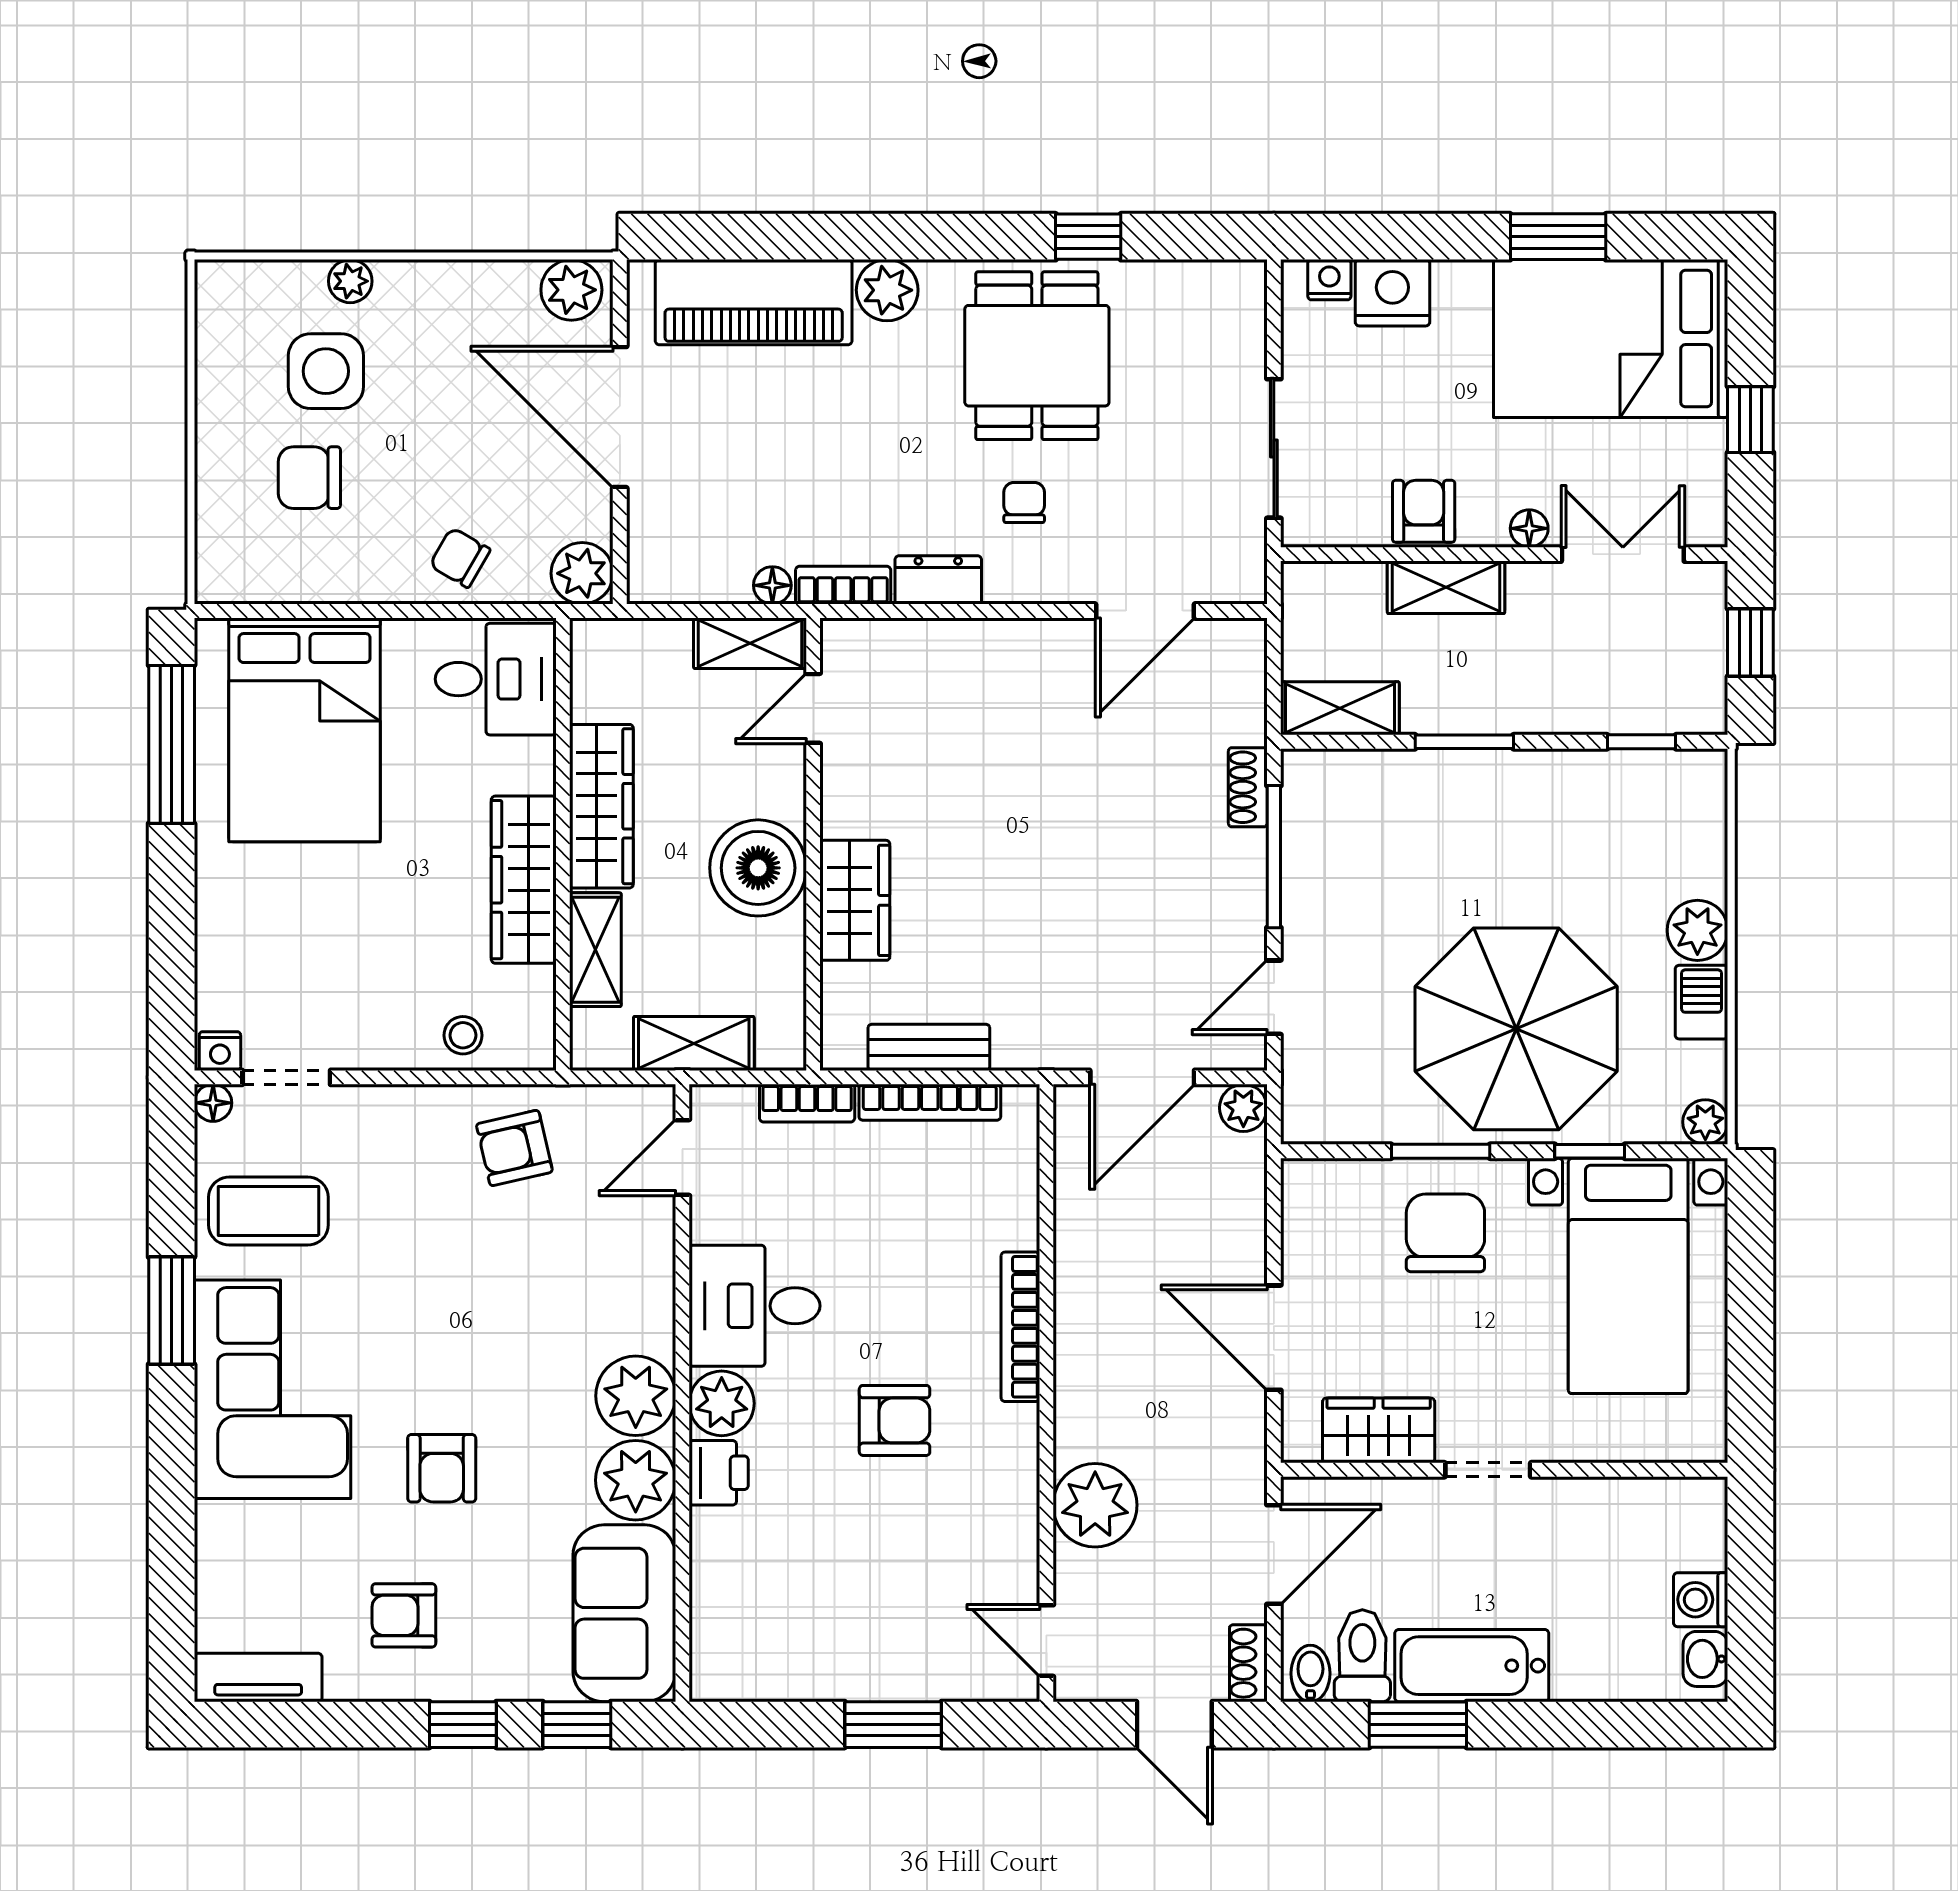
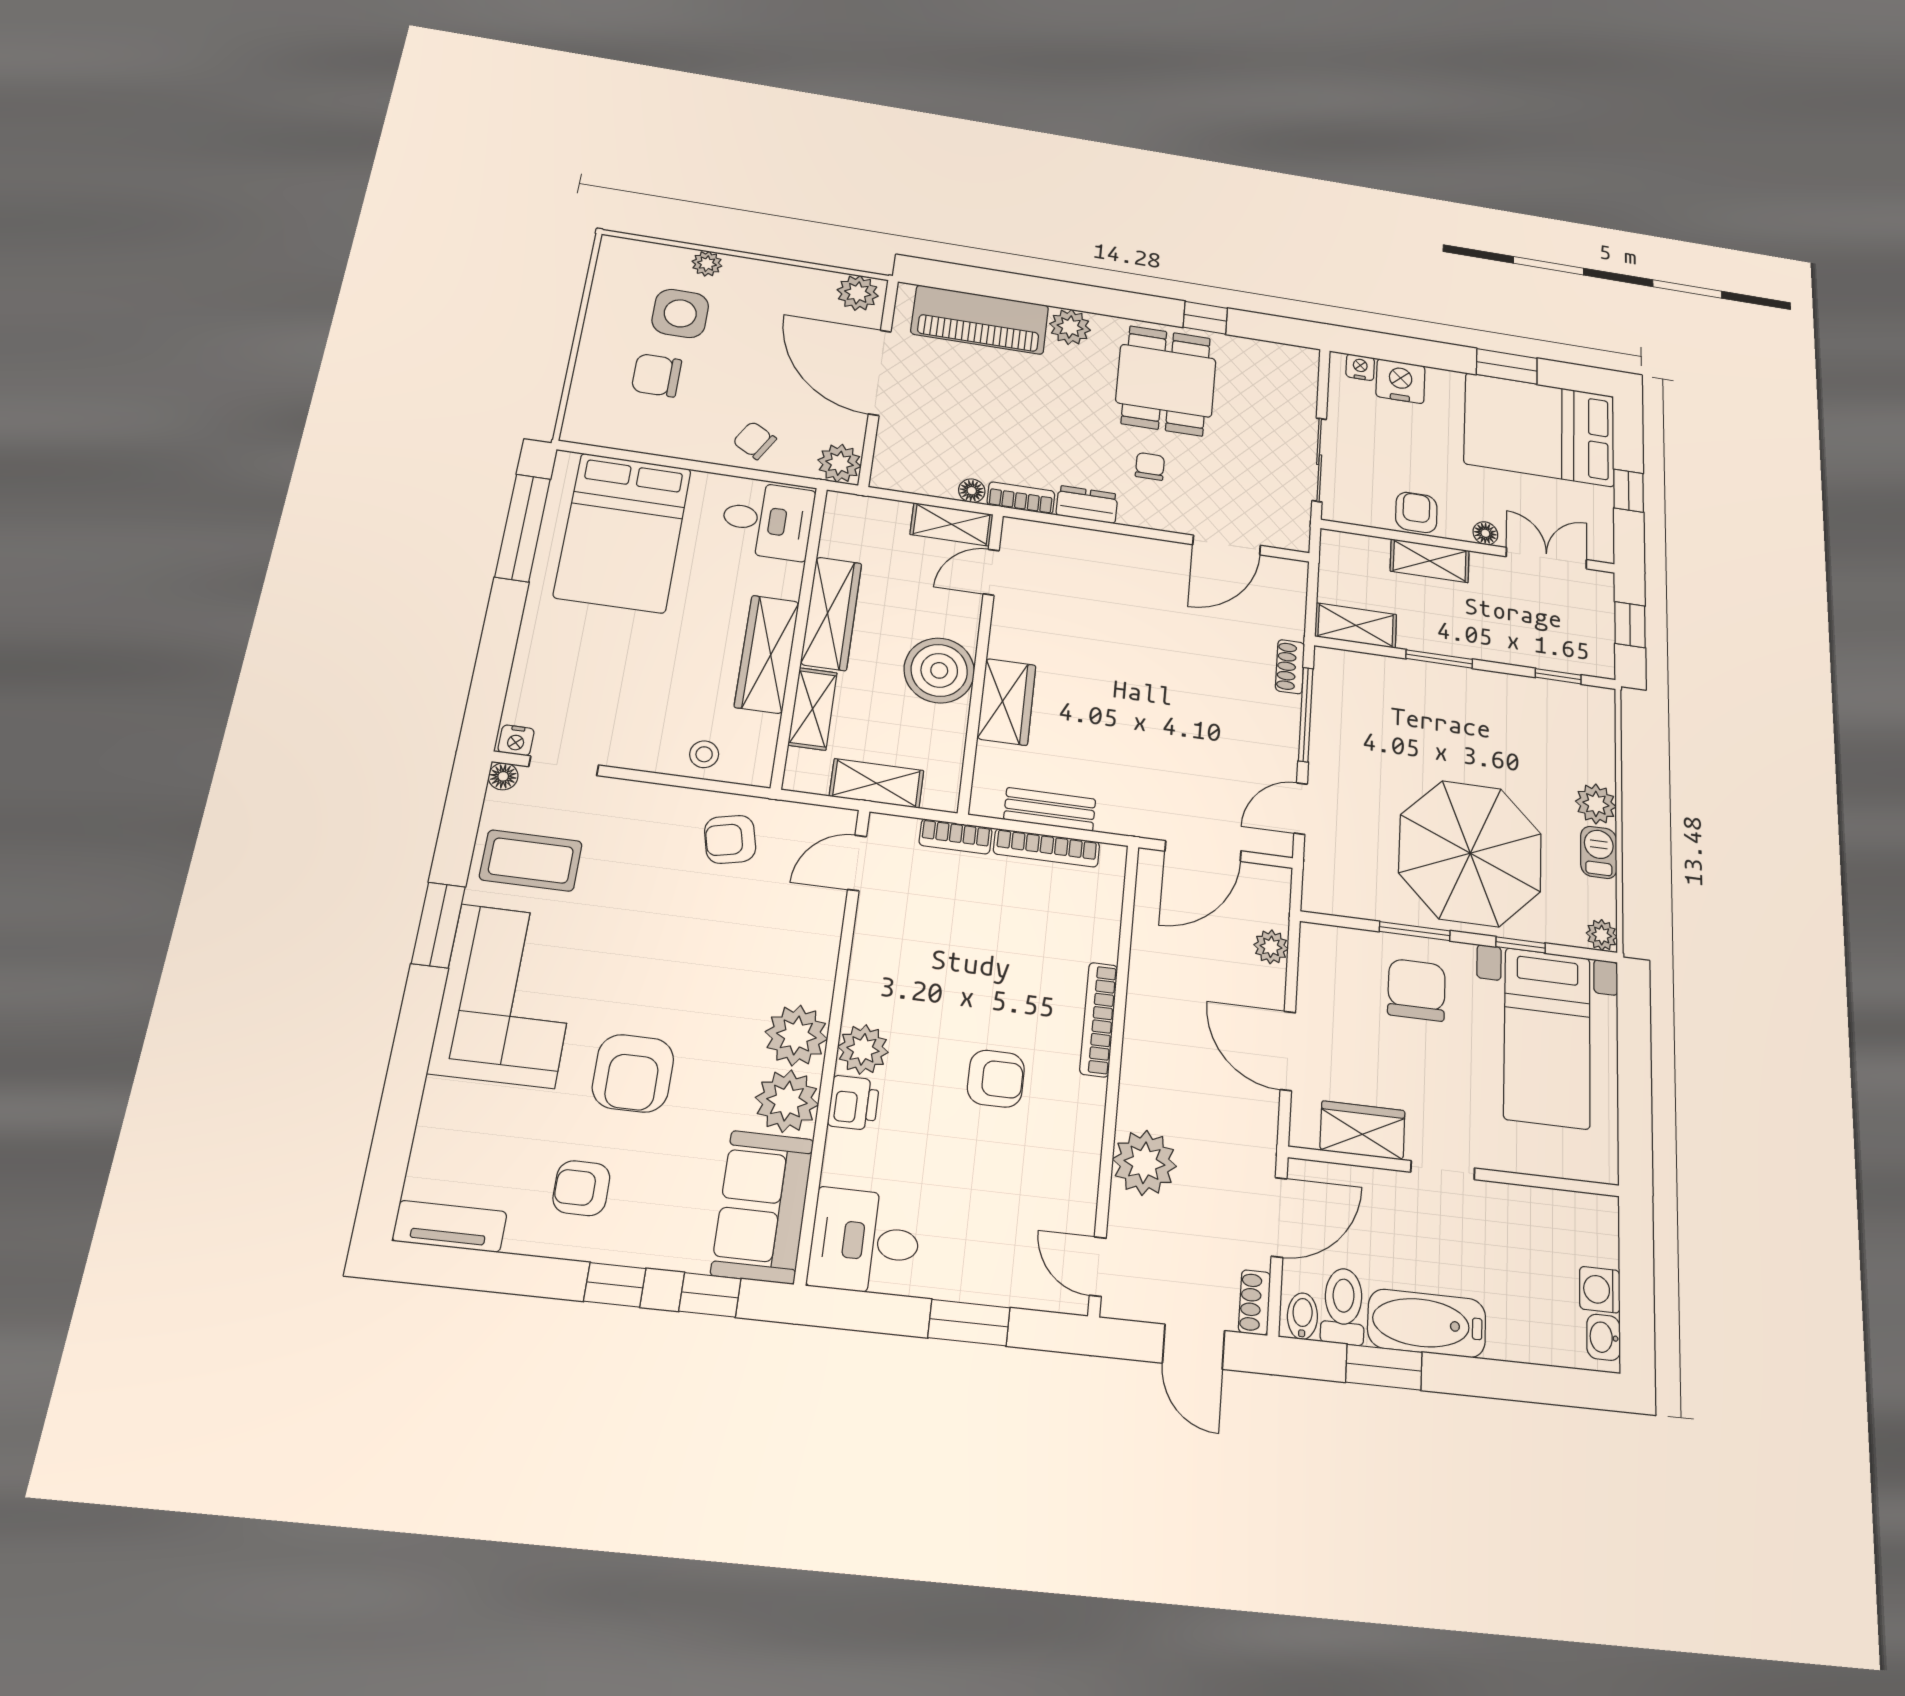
plant: (1243, 1108) -> (1271, 947), moved
desk: (755, 1306) -> (865, 1241), moved
armchair: (442, 1468) -> (633, 1073), width x1.38, depth x1.38

